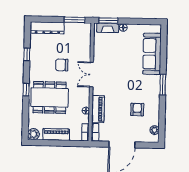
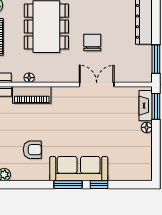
sofa: (152, 54) -> (79, 169), moved
window: (163, 62) -> (99, 185), added
double door: (91, 75) -> (97, 84), moved

